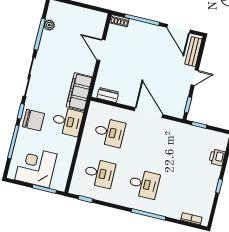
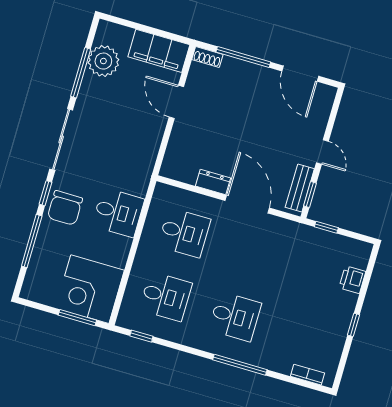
plant: (49, 25) -> (103, 61), width x1.88, depth x1.88
bench: (193, 52) -> (300, 188), moved
door: (195, 78) -> (322, 152), hinge flipped
filing cabinet: (79, 92) -> (159, 51), moved, turned -90
dresser: (108, 95) -> (213, 182), moved
chair: (33, 120) -> (65, 208), turned 90
corner desk: (36, 167) -> (90, 289), moved, turned -90

